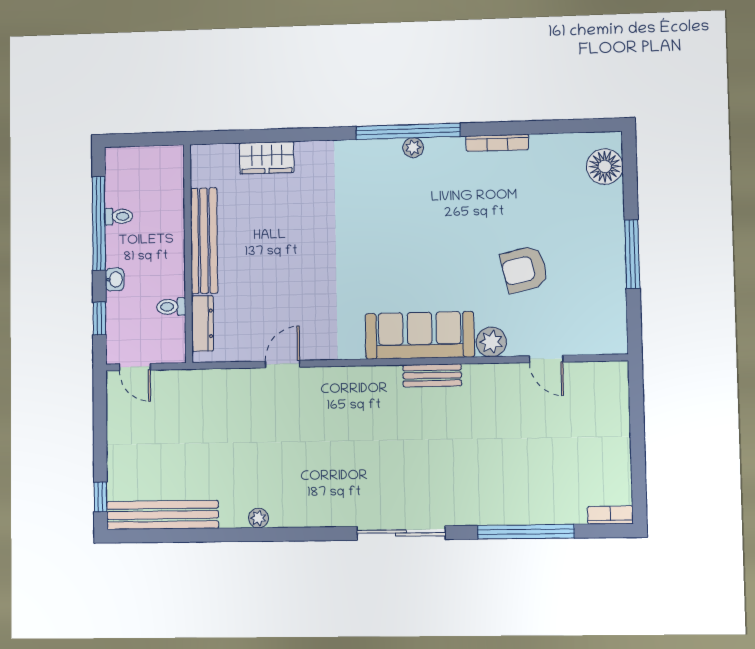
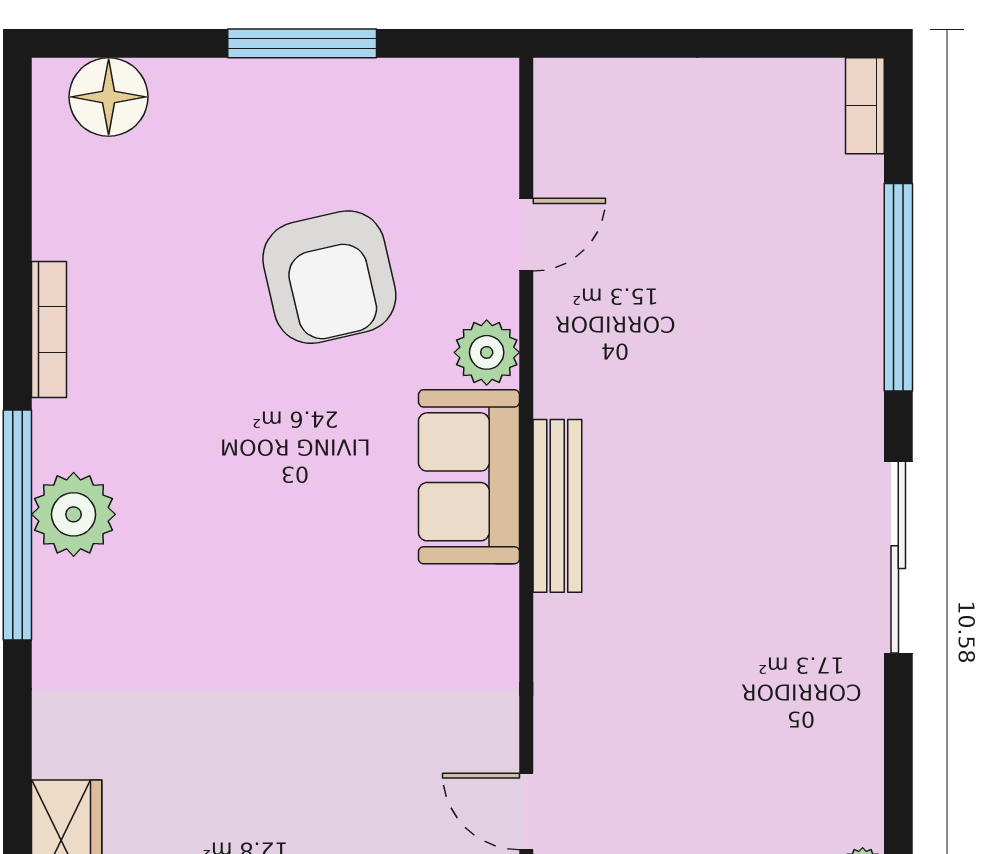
plant: (413, 148) -> (74, 514), width x1.88, depth x1.88
armchair: (524, 269) -> (329, 277), width x1.36, depth x1.36
sofa: (420, 335) -> (469, 477), width x0.73
bench: (432, 375) -> (557, 506), width x1.36

